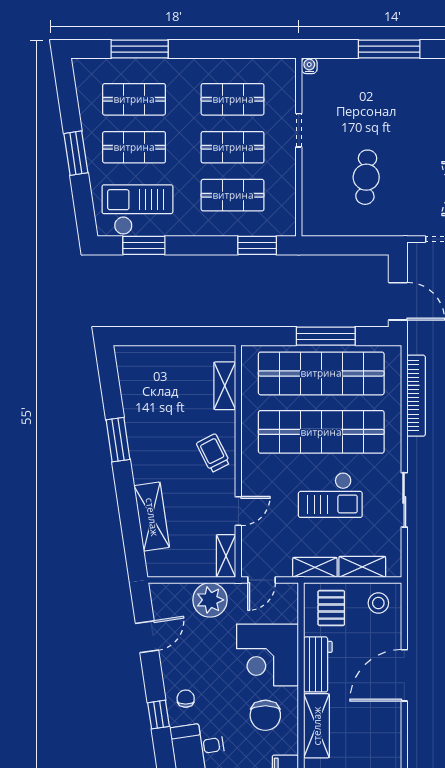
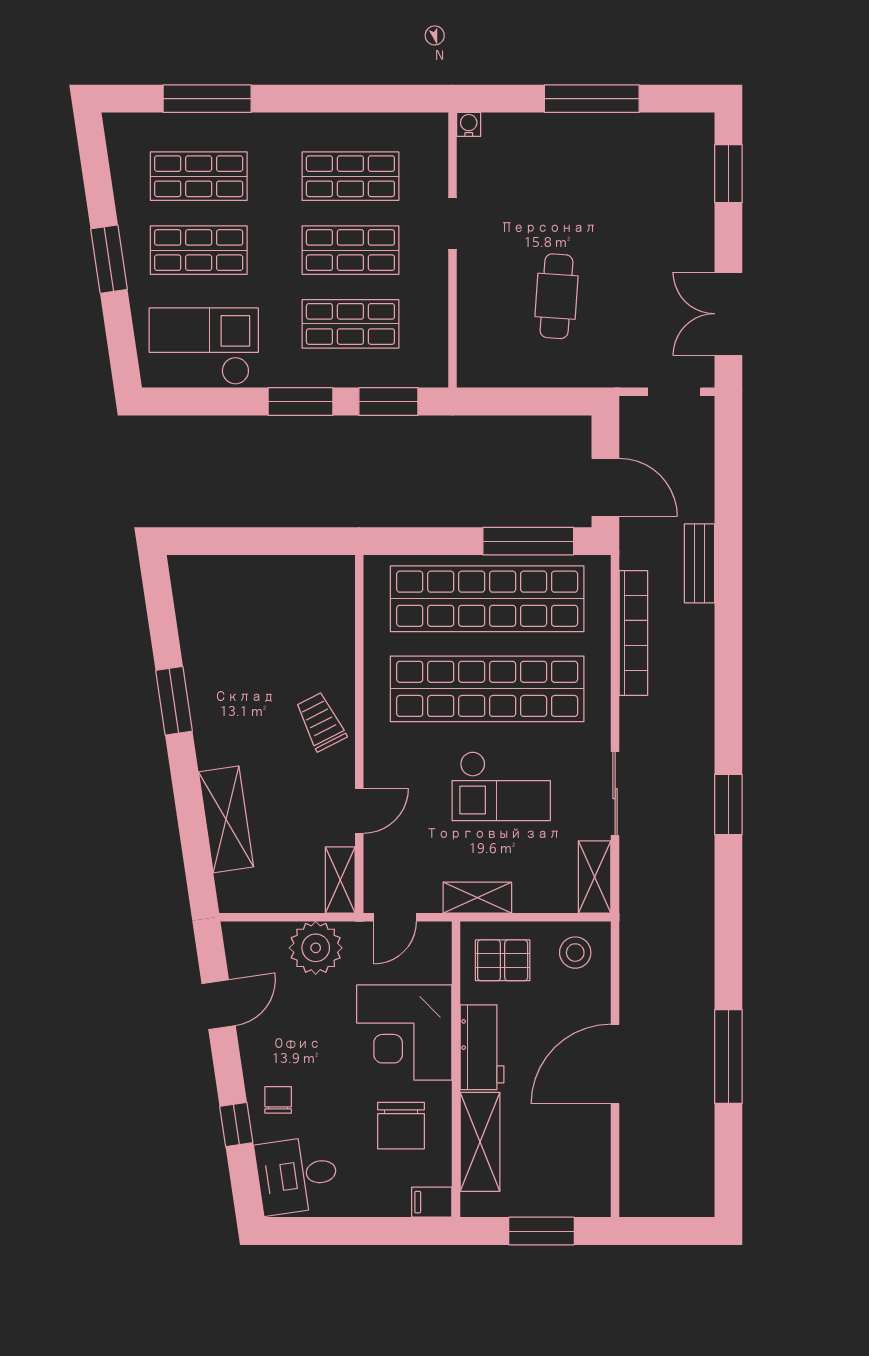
window: (144, 245) -> (301, 401), moved
window: (326, 336) -> (528, 541), moved
shelving: (225, 386) -> (338, 618), removed
shelving: (362, 567) -> (595, 877), moved, turned 90
pallet: (331, 608) -> (503, 960), turned 90

